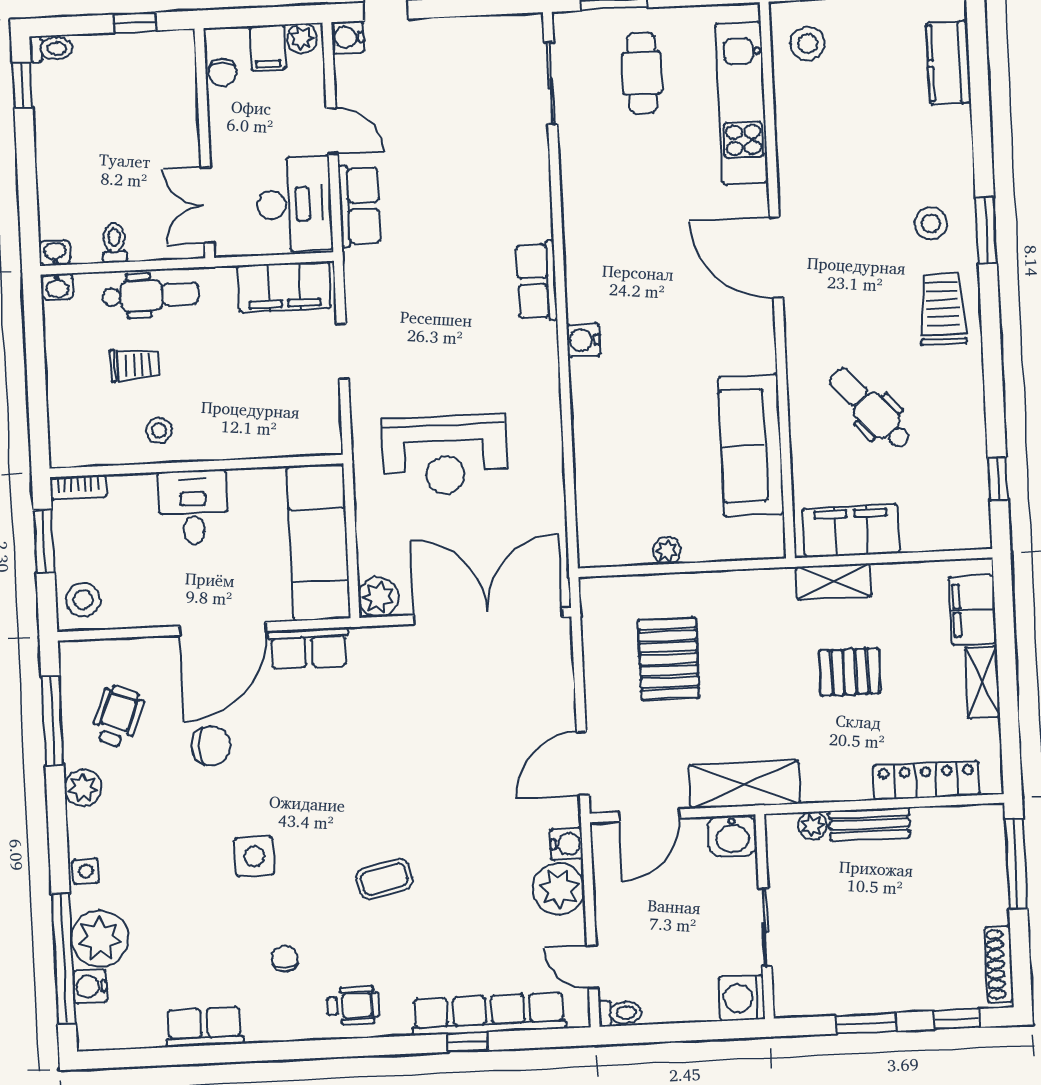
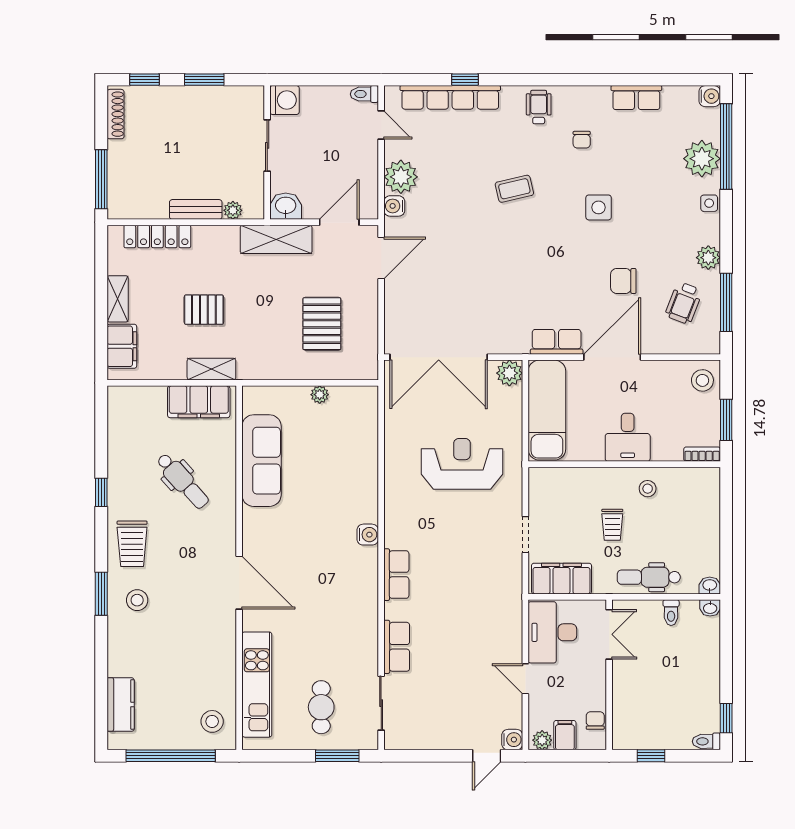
row of seats: (359, 206) -> (397, 647), moved, turned 180
trolley: (135, 365) -> (612, 525), moved, turned -90
window: (998, 479) -> (101, 492), moved
water cooler: (90, 986) -> (710, 96), moved
wheelchair: (353, 1005) -> (539, 107), turned 90

